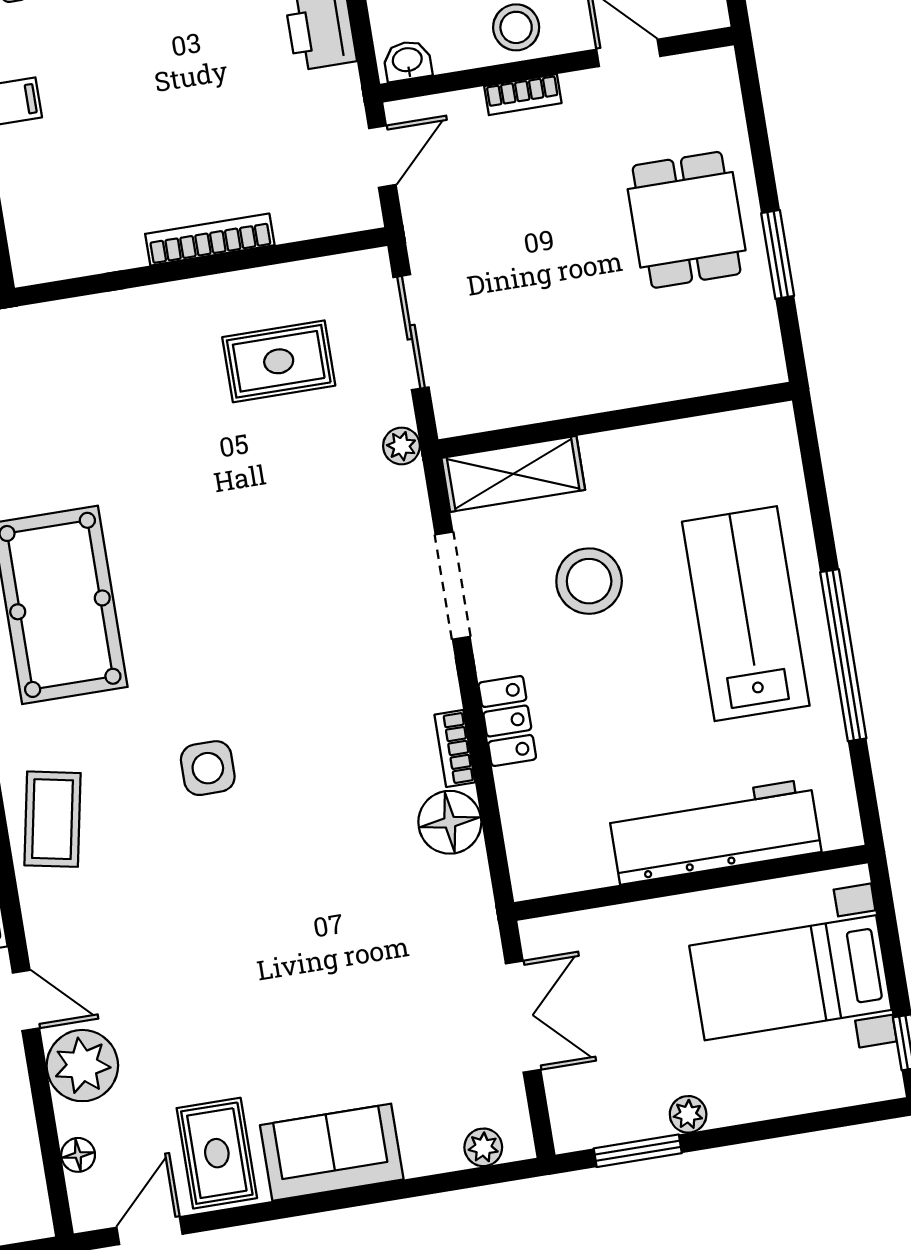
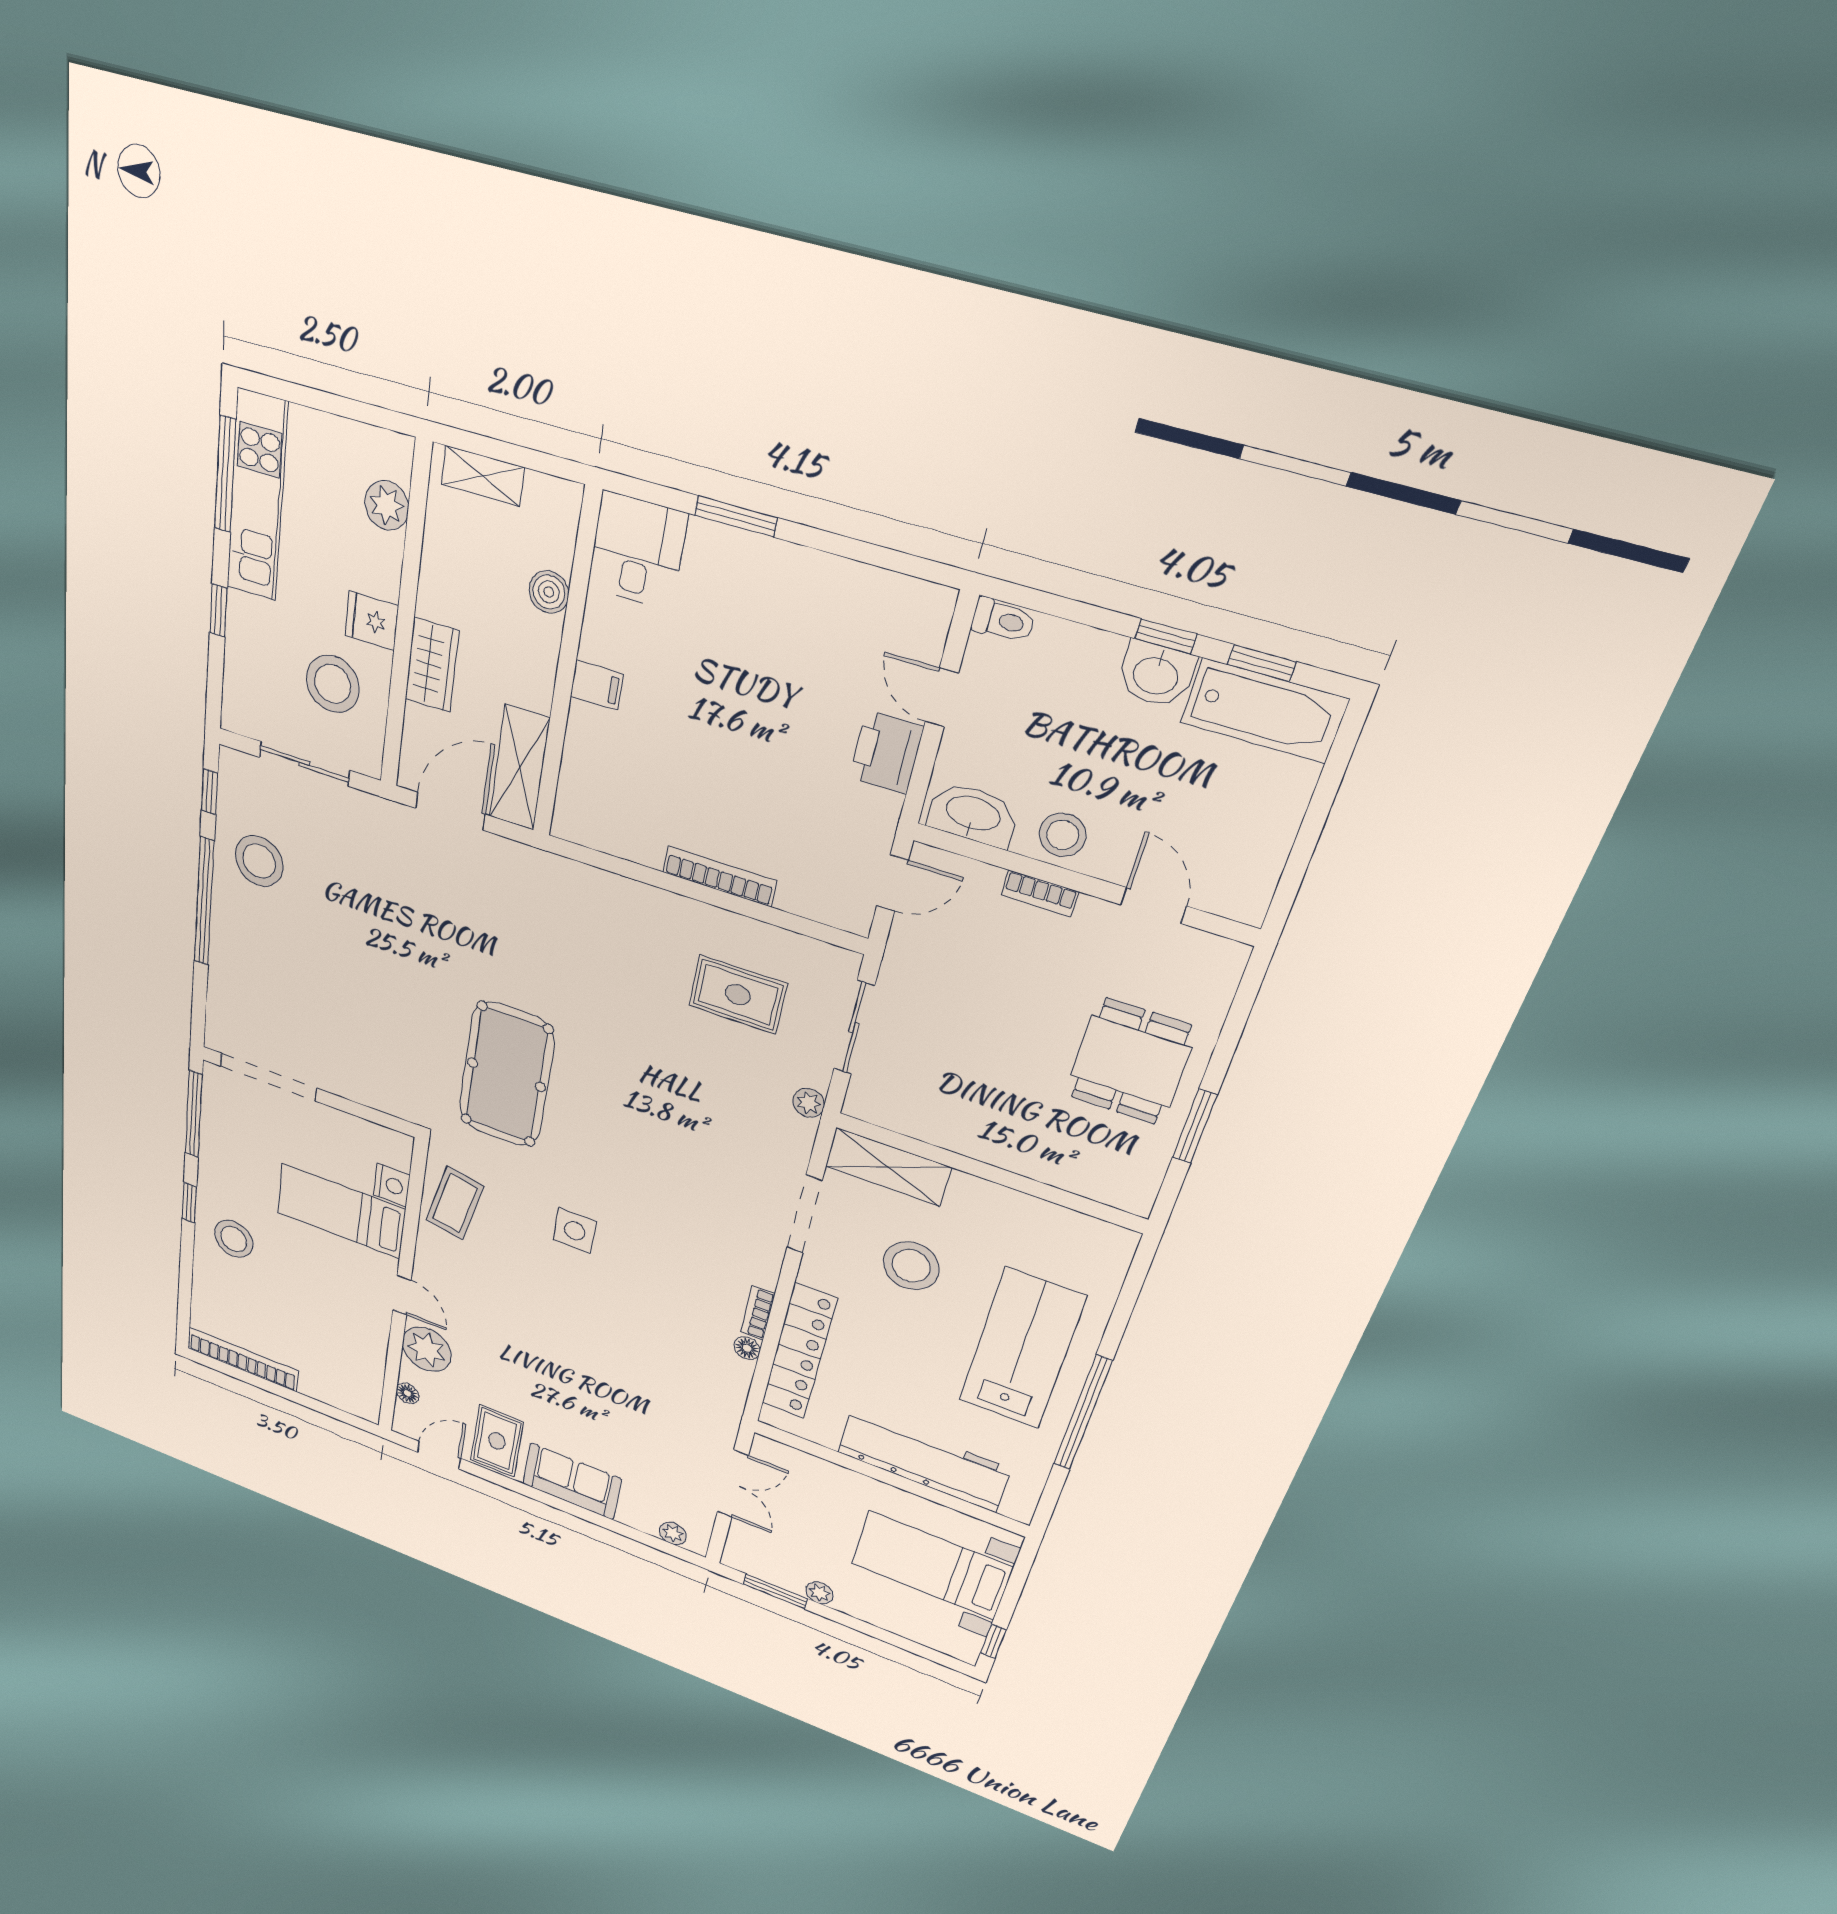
washbasin: (407, 61) -> (973, 815), width x1.91, depth x1.45
locker: (507, 721) -> (799, 1351), width x2.16, depth x1.21
floor lamp: (450, 822) -> (747, 1348), width x0.53, depth x0.53

